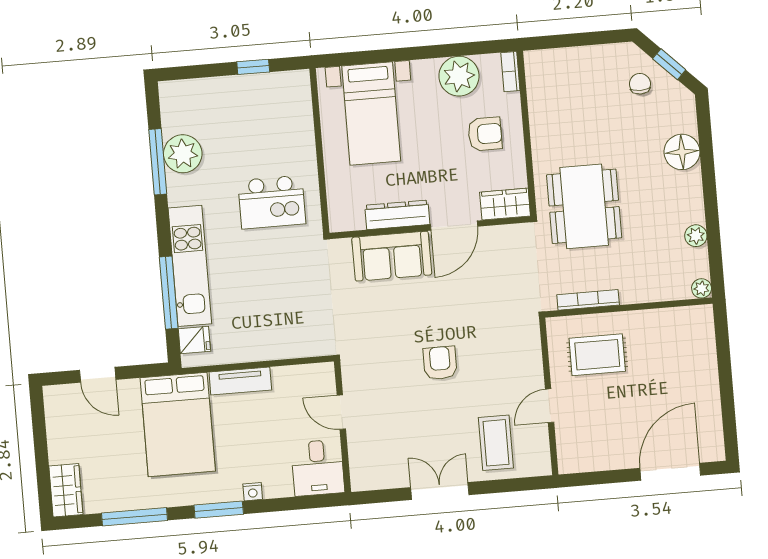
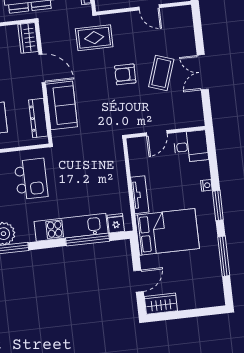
dresser: (397, 215) -> (38, 118), moved
rug: (502, 313) -> (94, 38), added
coffee table: (496, 443) -> (161, 73), moved, turned -71
wardrobe: (66, 490) -> (161, 304), moved

